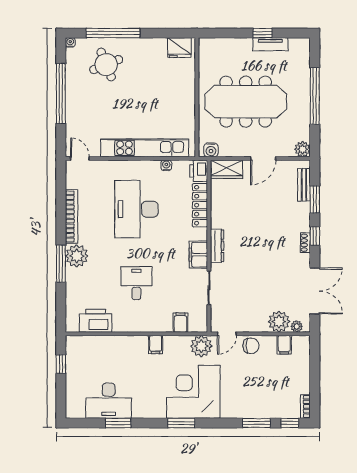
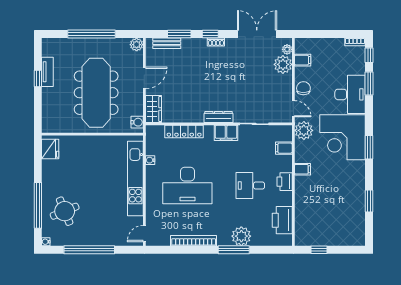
door: (263, 158) -> (144, 78), hinge flipped
printer: (199, 171) -> (285, 182), moved, turned 90
plant: (77, 256) -> (241, 236), moved
desk: (109, 401) -> (350, 94), moved

